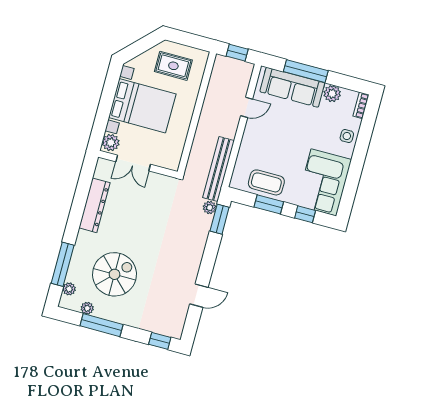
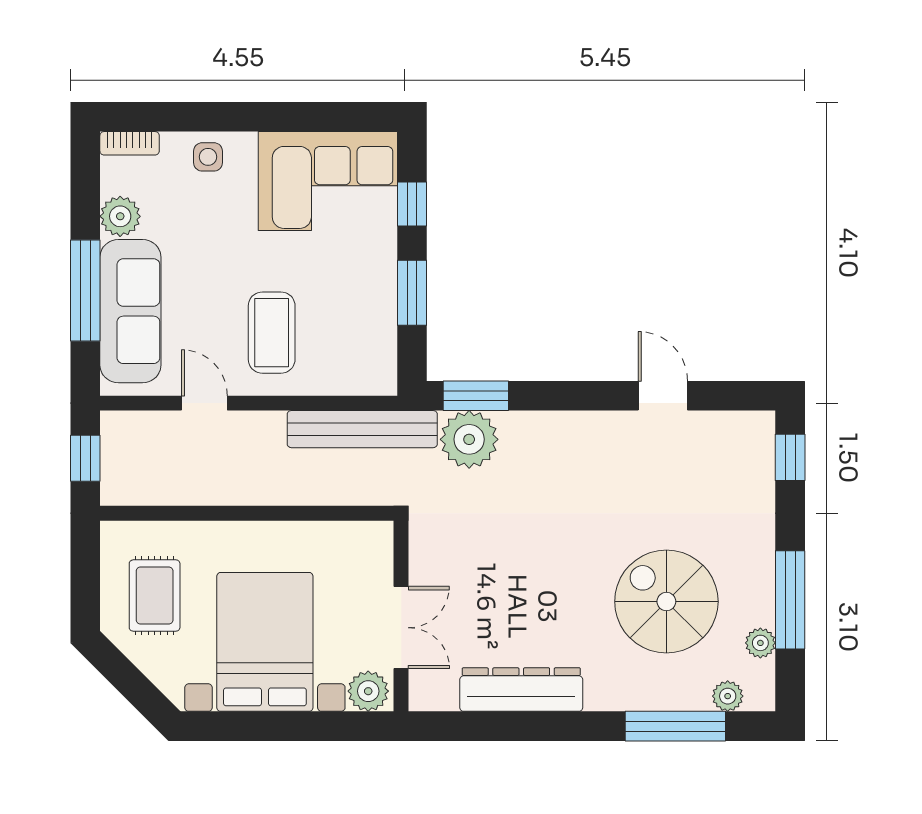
coffee table: (266, 182) -> (272, 333), moved
plant: (210, 208) -> (469, 439), width x1.87, depth x1.87

